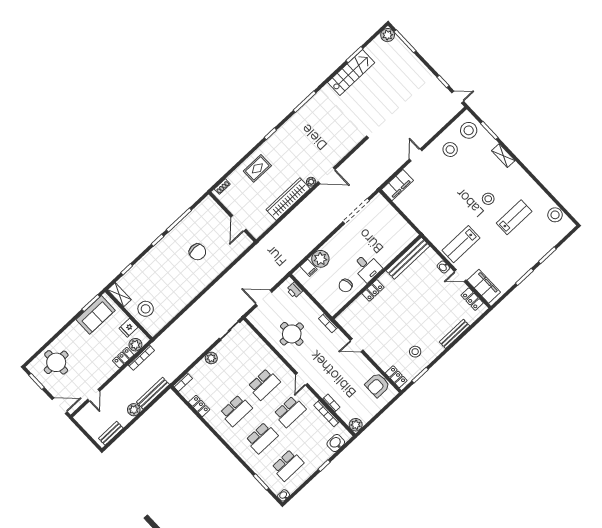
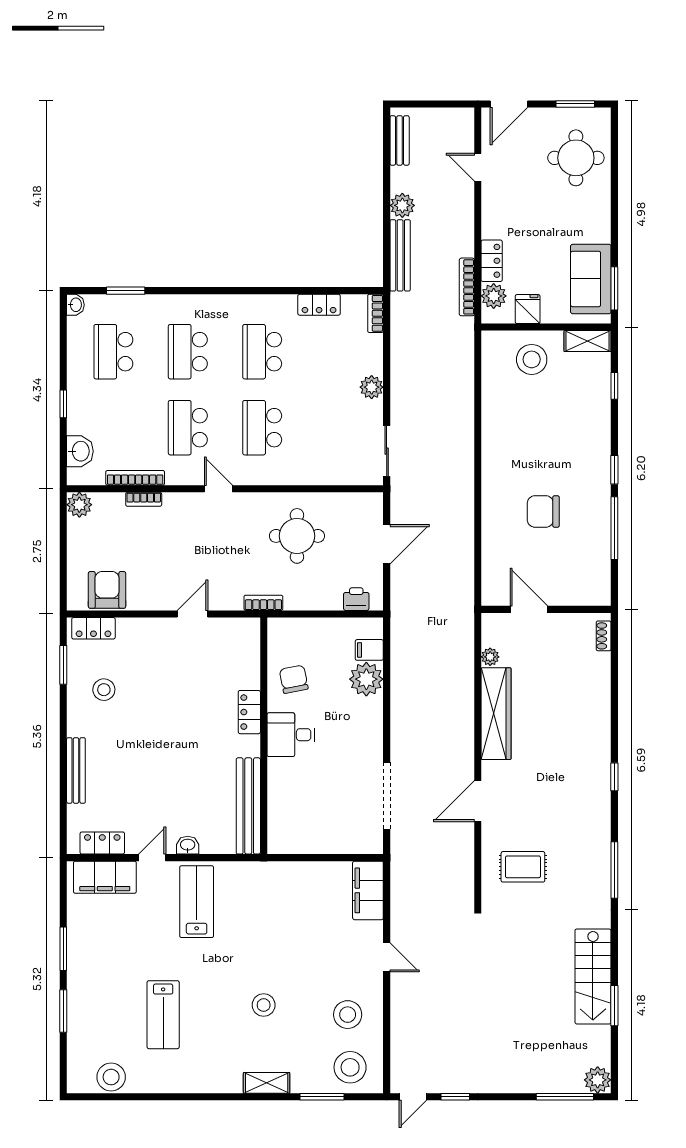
rug: (257, 168) -> (523, 867), moved, turned 90
plant: (311, 182) -> (490, 657), moved
stool: (488, 199) -> (264, 1005), moved

